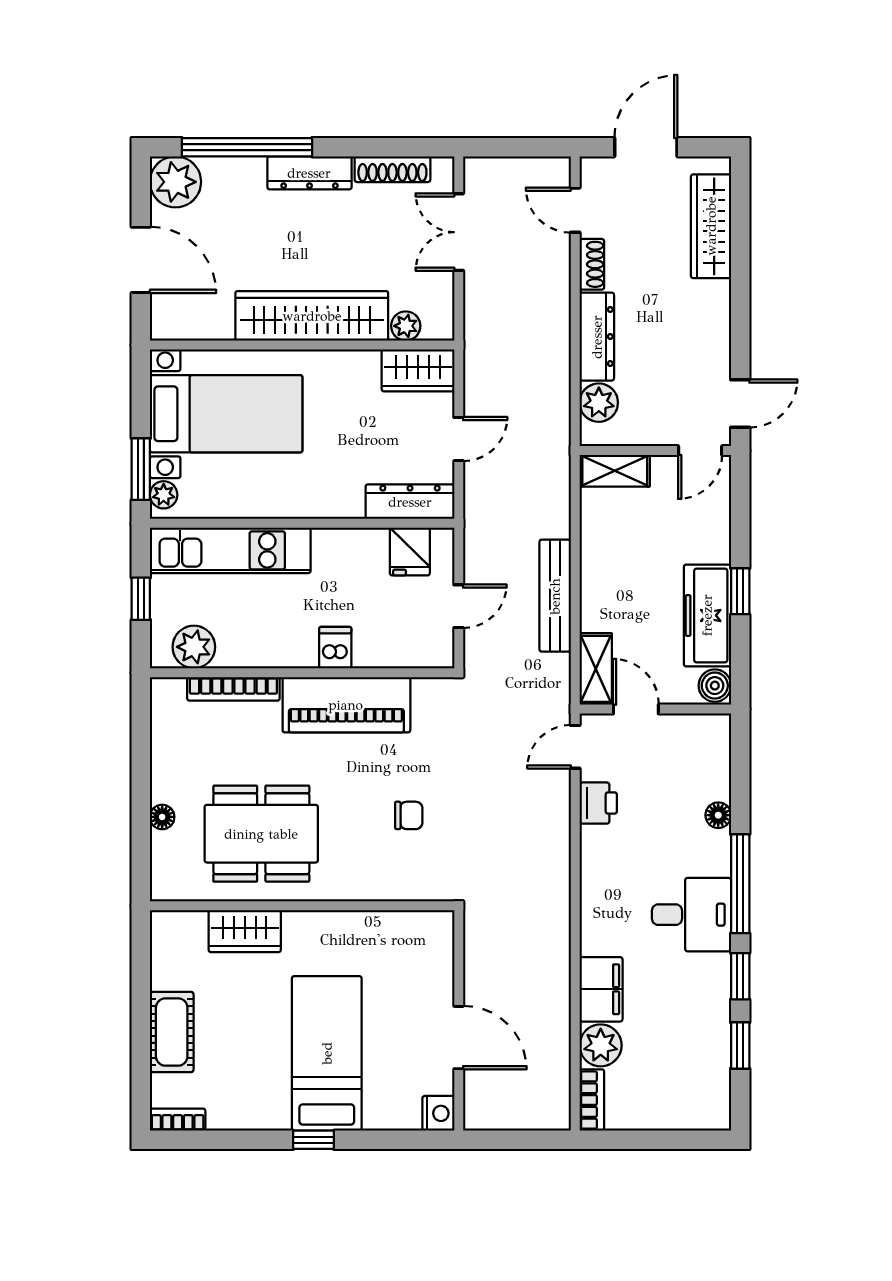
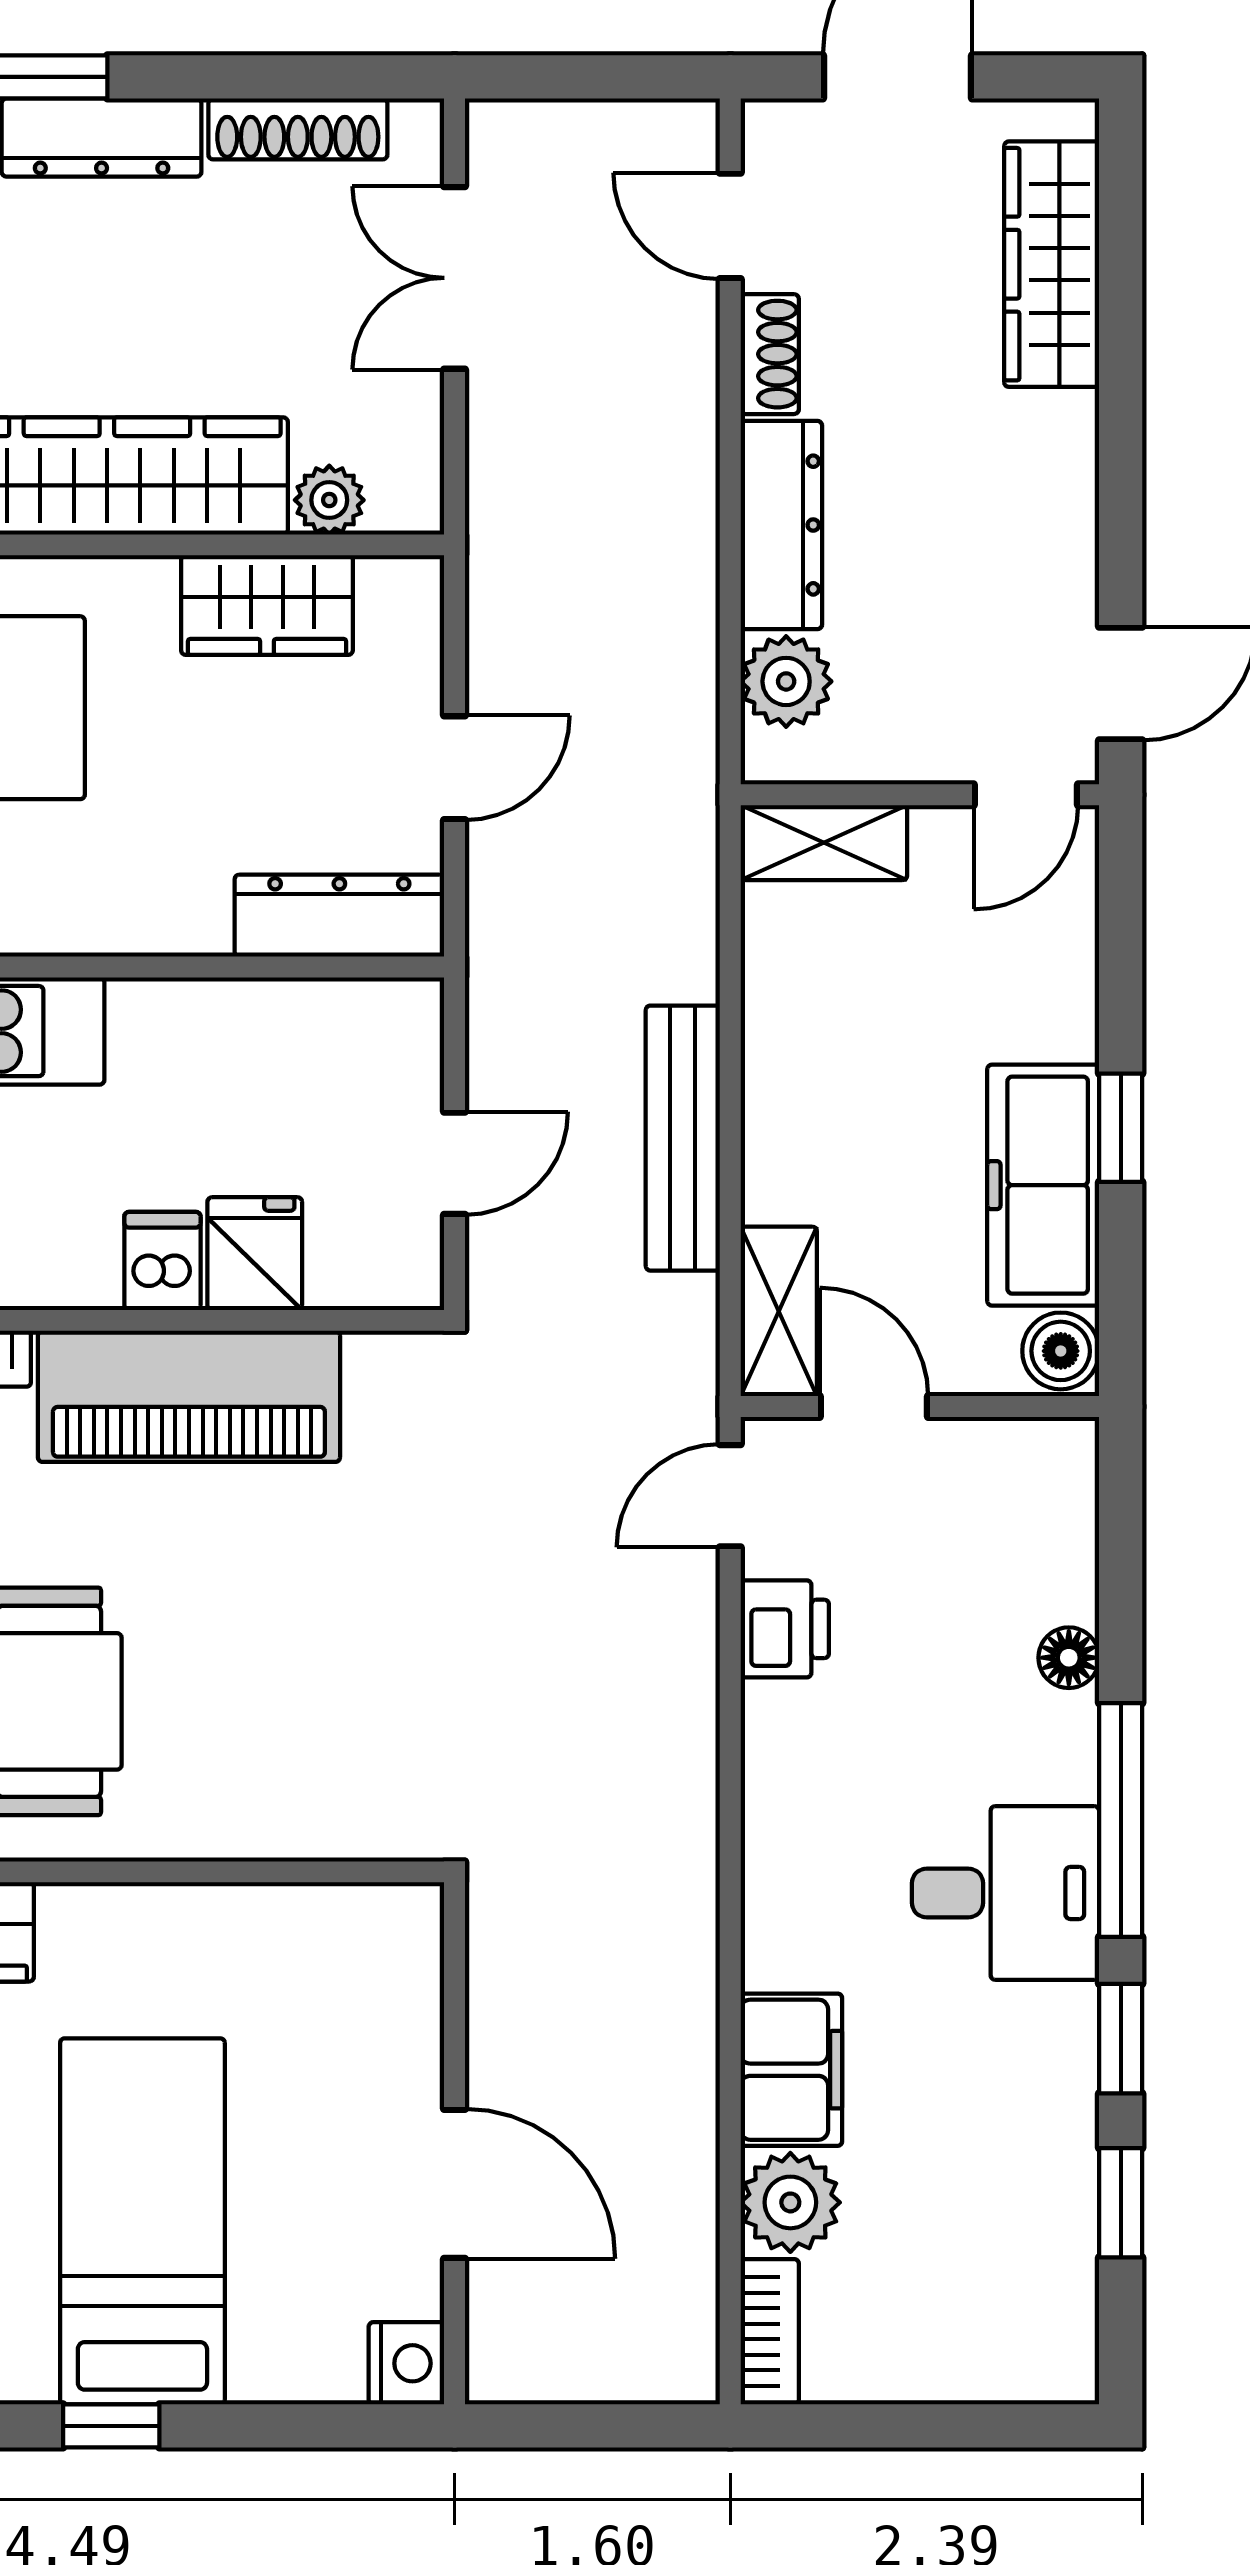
wardrobe: (418, 370) -> (267, 605), moved
fridge: (410, 552) -> (255, 1254), moved, turned 180
chair: (409, 815) -> (336, 1658), removed

